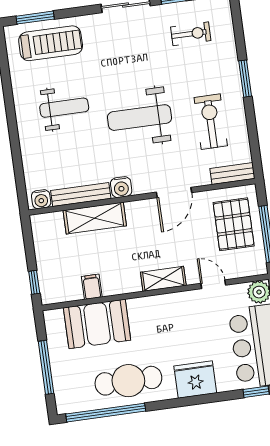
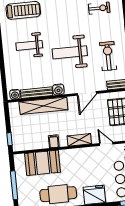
weight bench: (64, 108) -> (29, 45), turned 180
shelving: (95, 218) -> (43, 106), width x1.47
filing cabinet: (92, 287) -> (54, 141), moved

